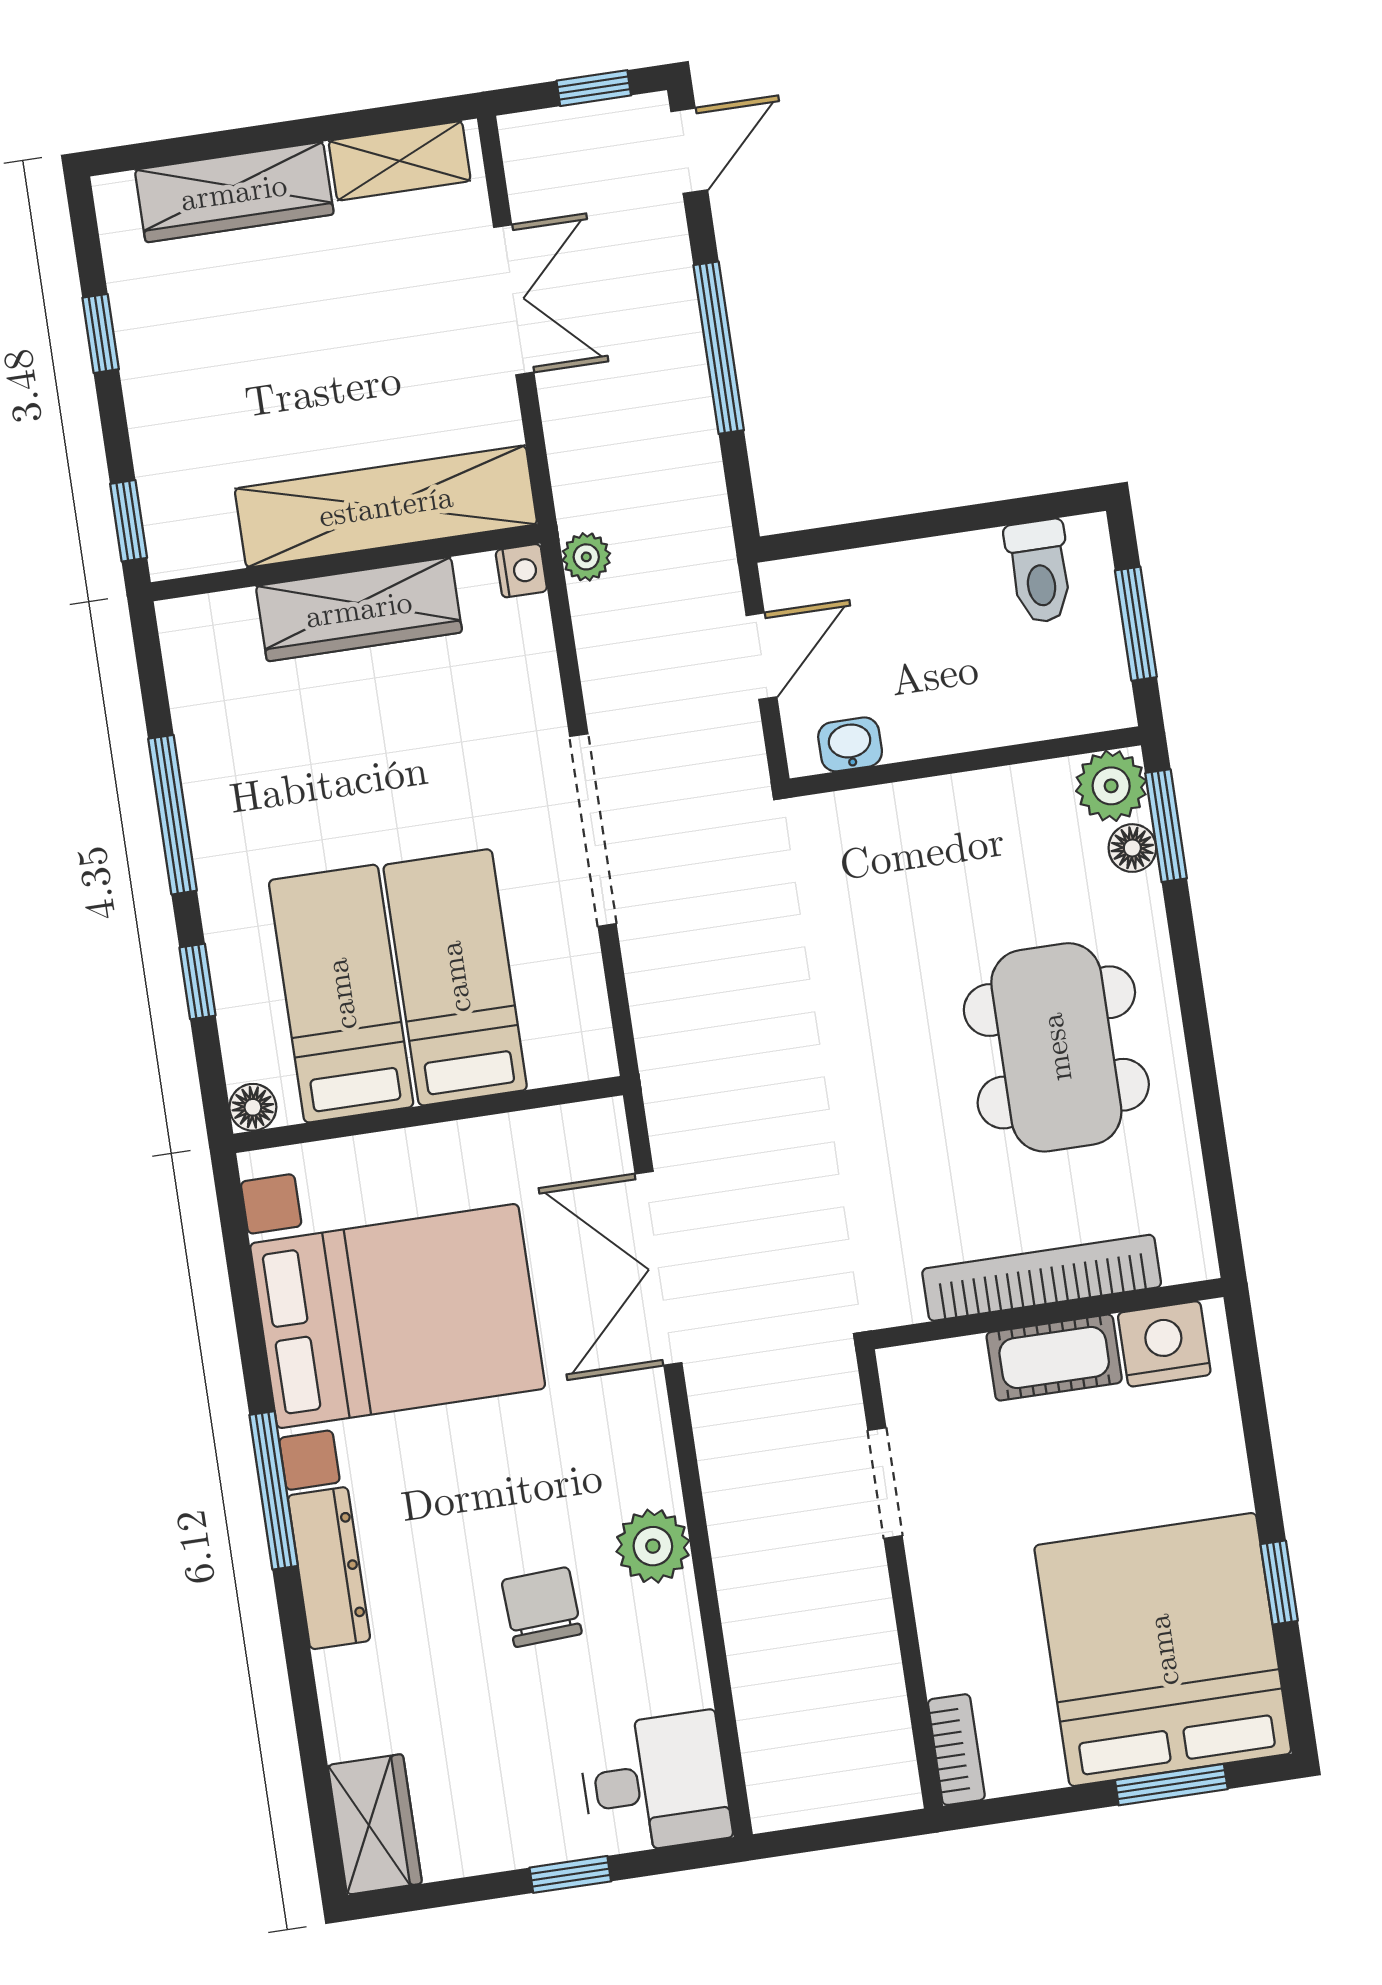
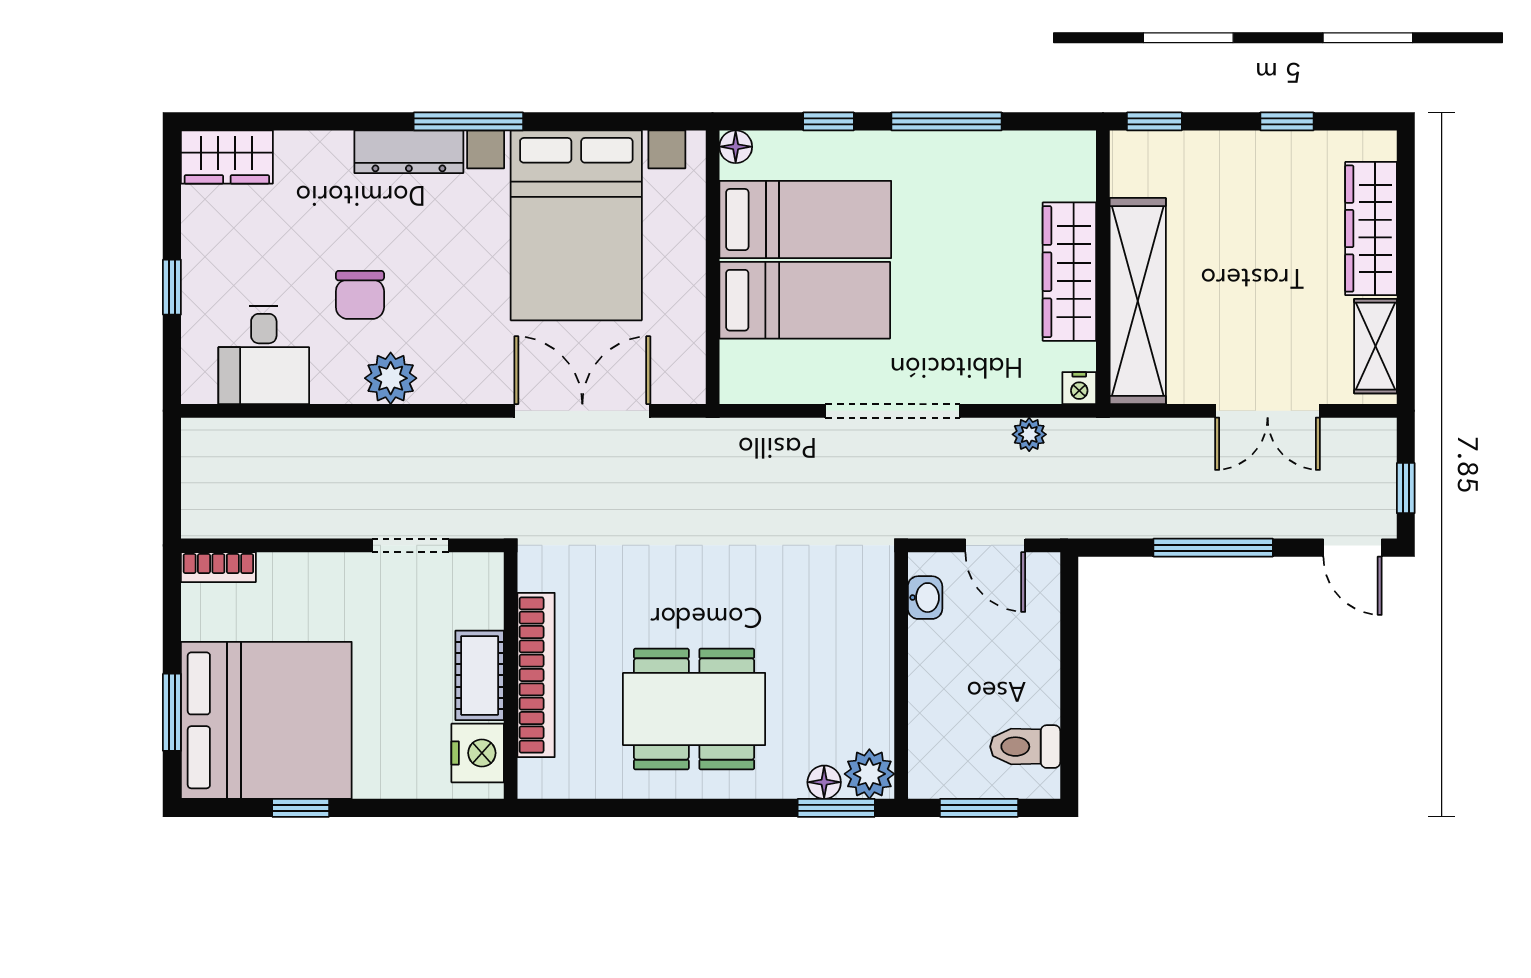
plant: (586, 557) -> (1029, 434), moved
chair: (542, 1607) -> (360, 295), turned 93
desk: (655, 1783) -> (264, 355), moved

